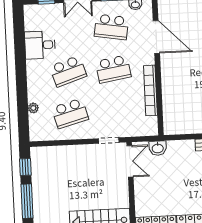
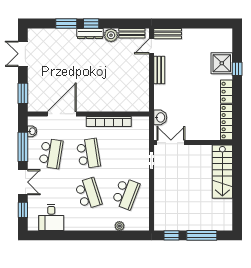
desk: (40, 45) -> (51, 217), moved
school desk: (70, 113) -> (126, 194), turned 36

